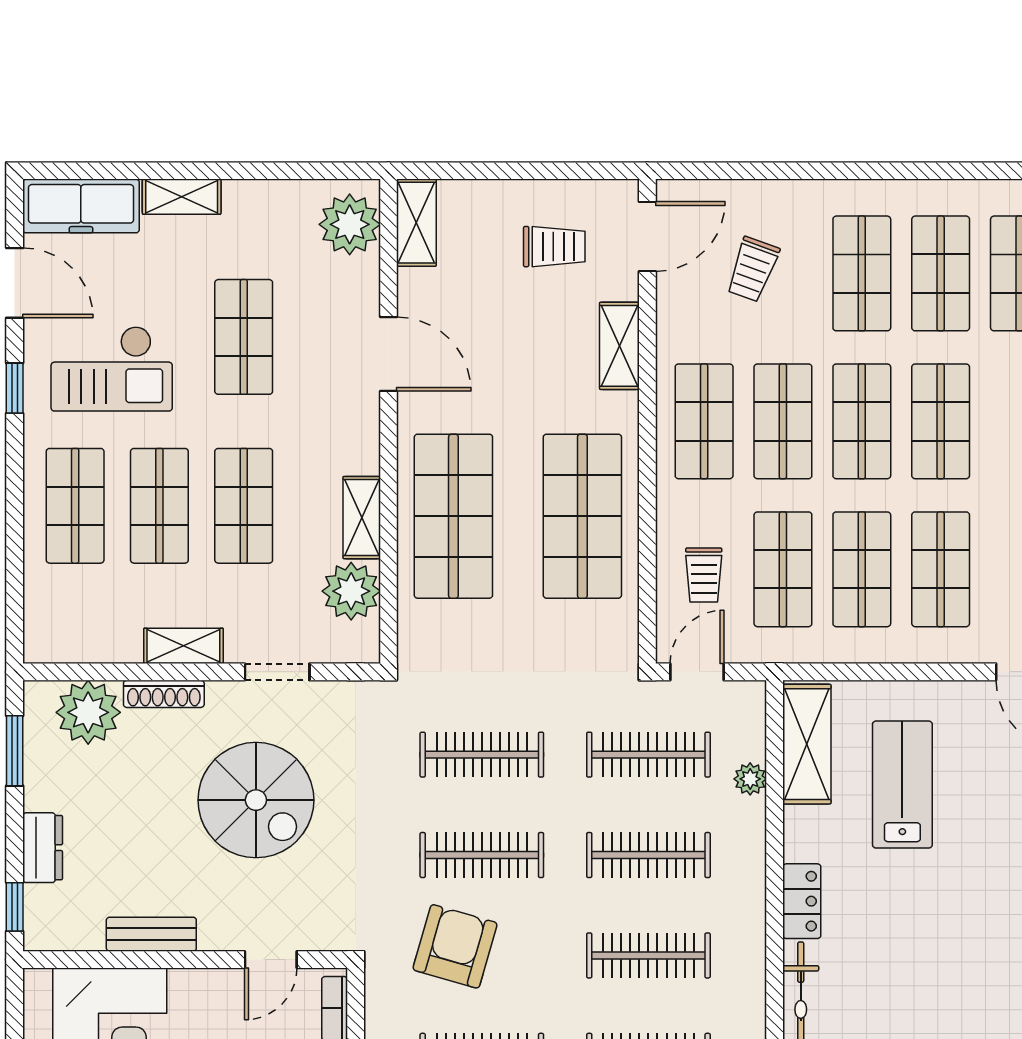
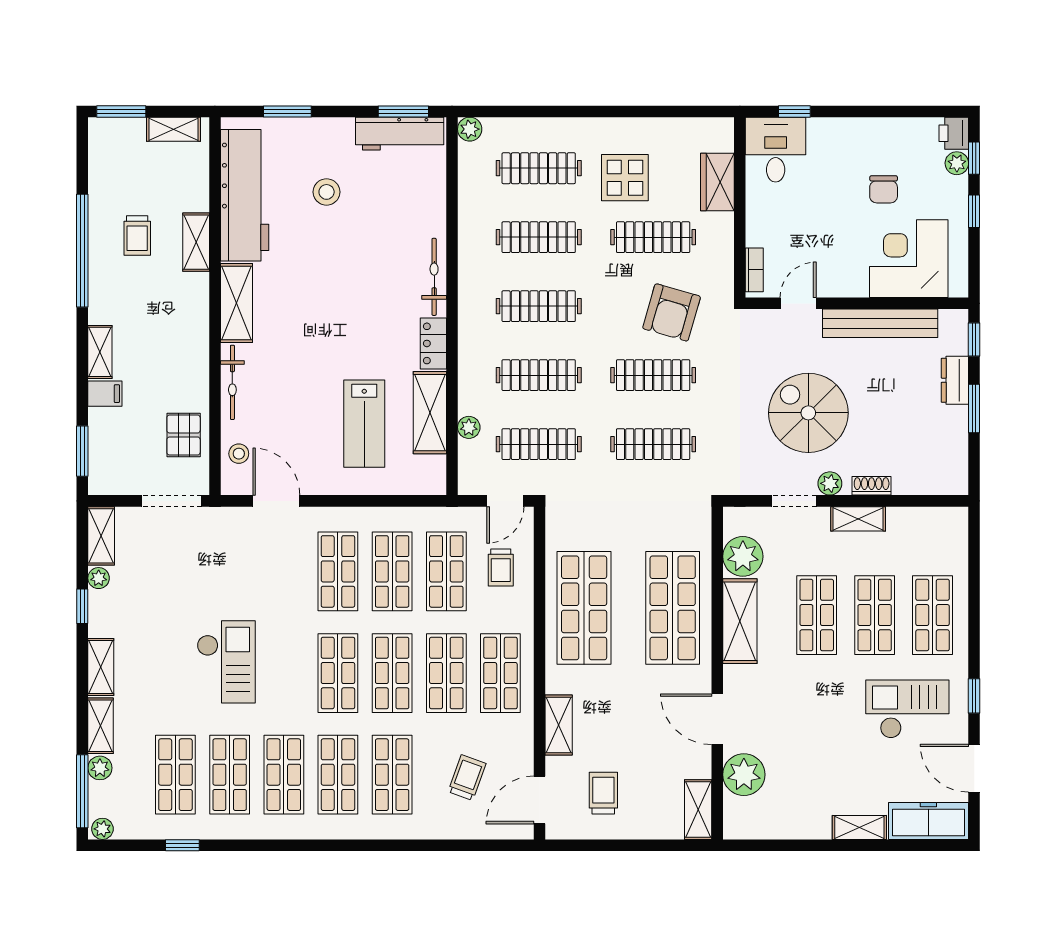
plant: (350, 224) -> (744, 775), moved
trolley: (554, 247) -> (603, 793), turned 90
shop shelf: (244, 337) -> (817, 731), removed
shelving: (362, 518) -> (740, 621), width x1.50, depth x1.33
trolley: (704, 575) -> (501, 567), turned 180
shoe rack: (164, 694) -> (872, 486), width x0.70
plant: (88, 712) -> (830, 483), moved, width x0.53, depth x0.53
shelving: (807, 744) -> (430, 413), moved
window: (15, 751) -> (974, 408), moved
bench: (151, 934) -> (880, 323), width x1.86, depth x1.21

